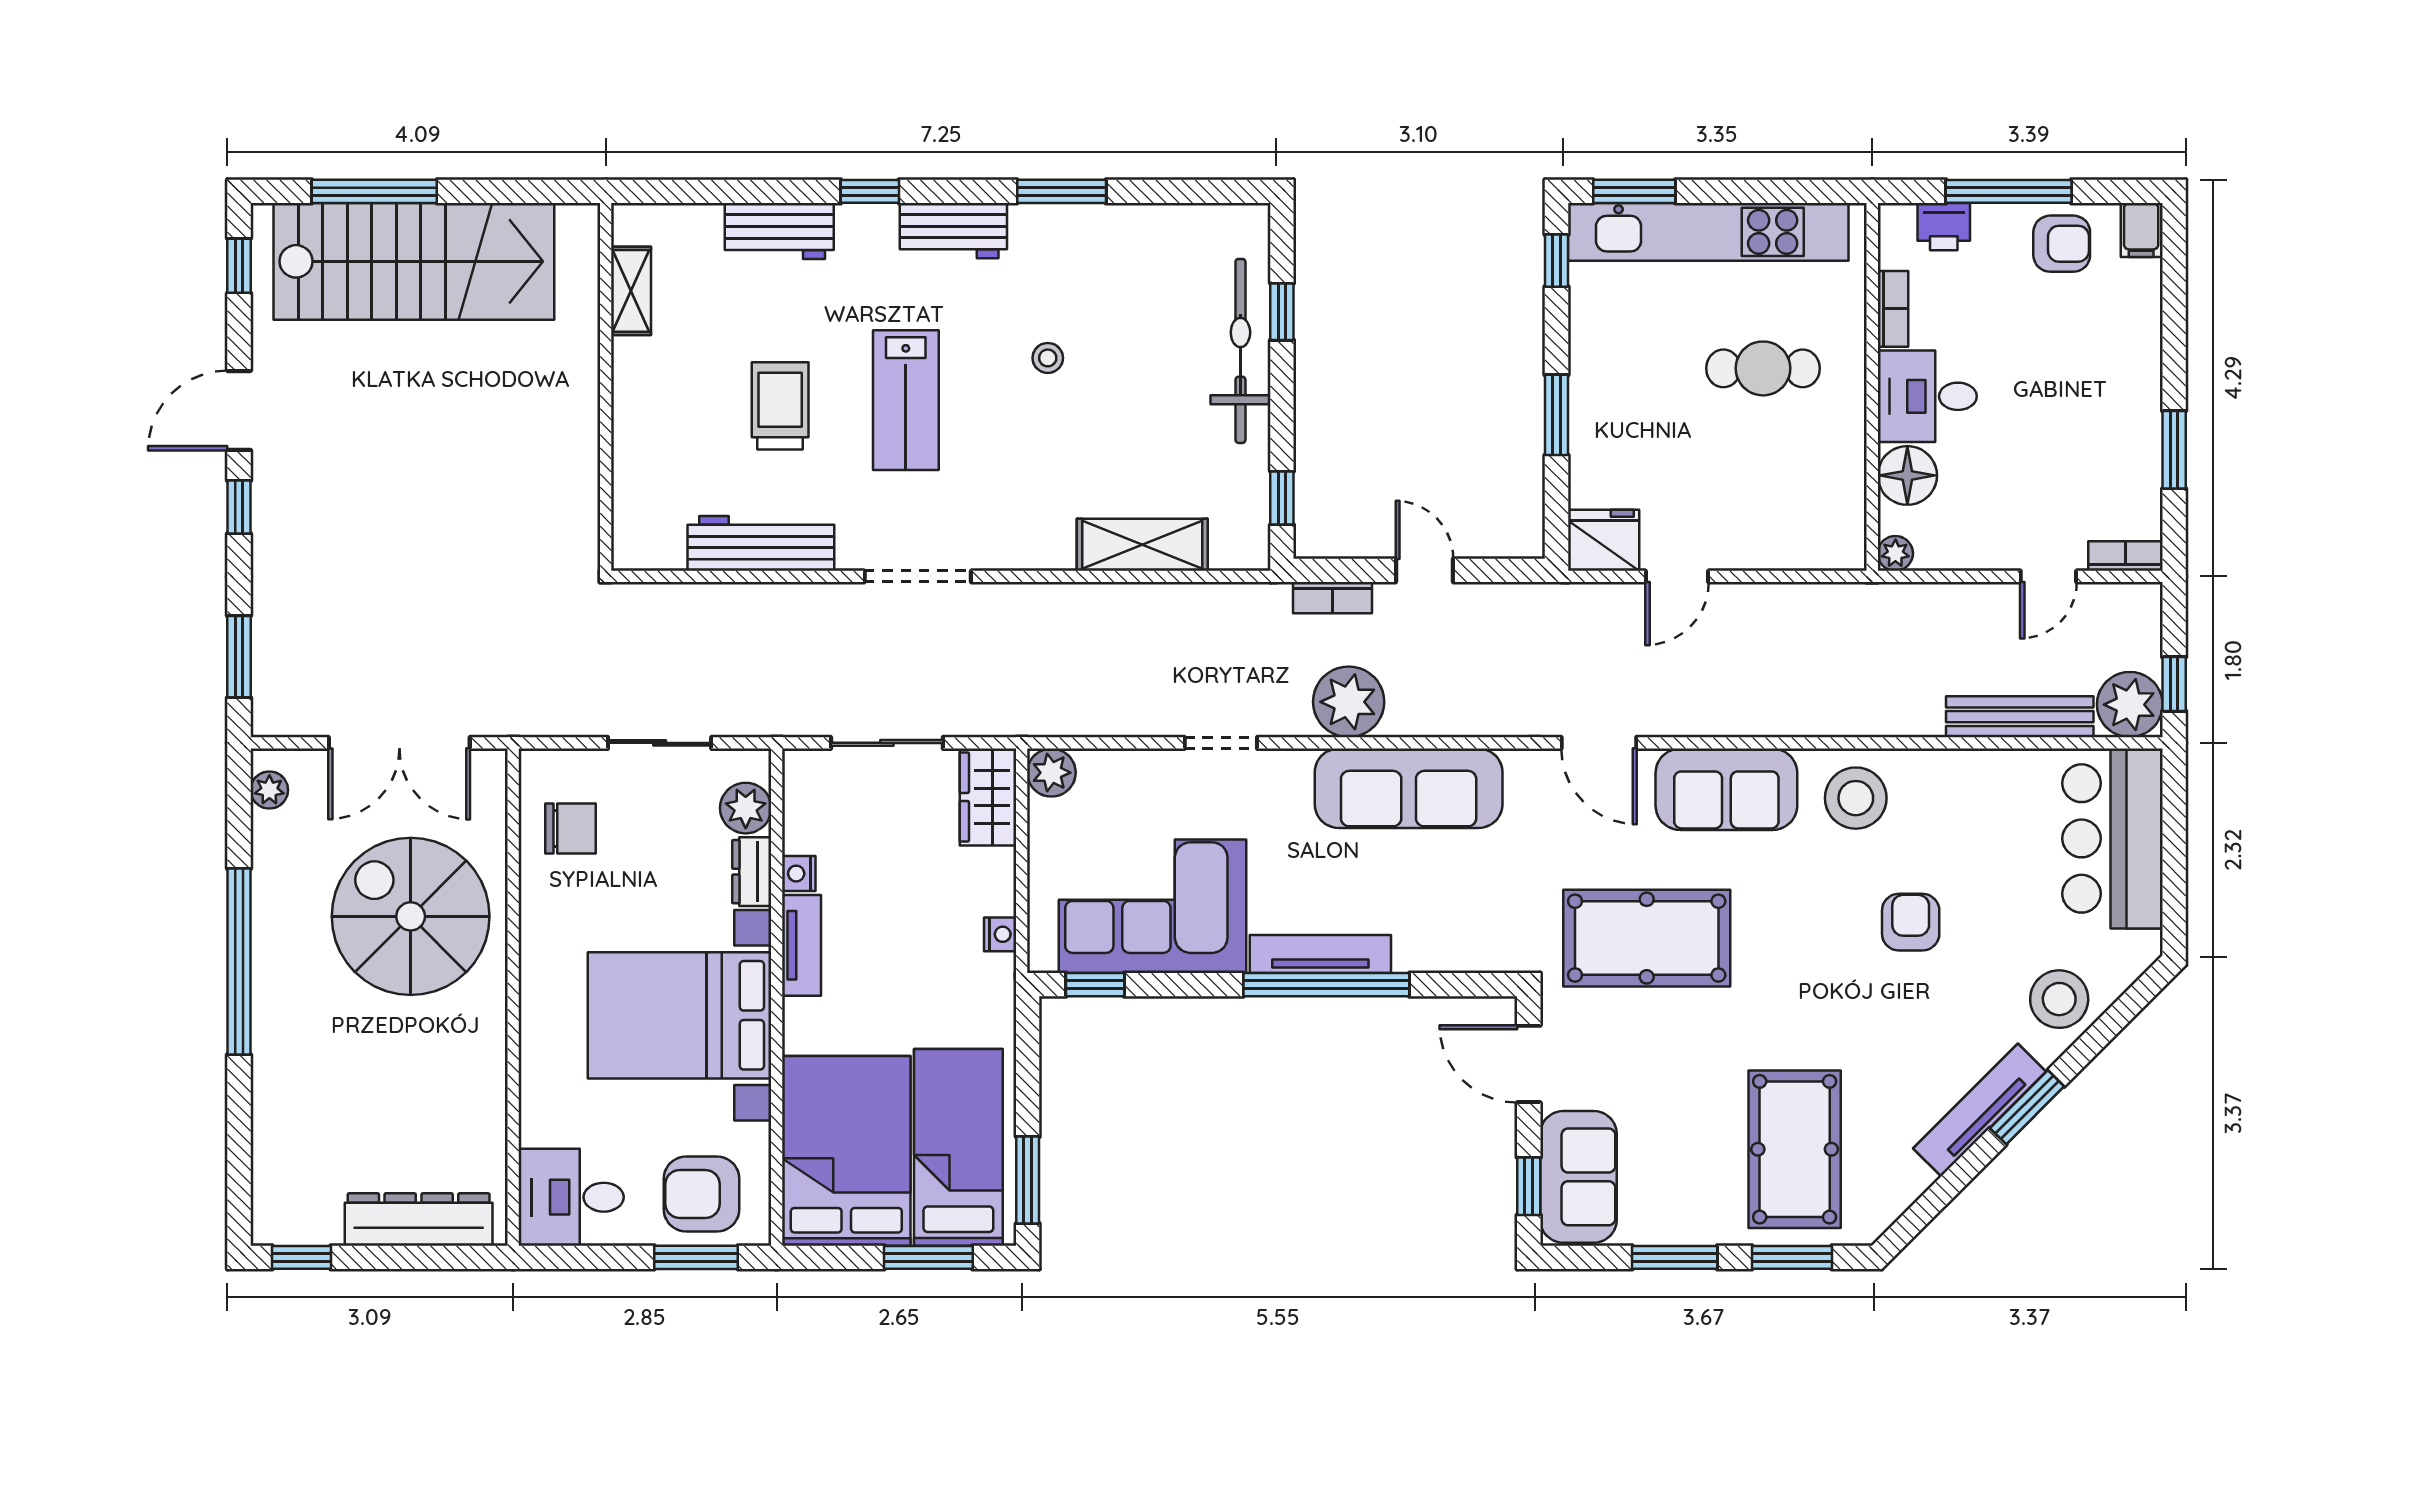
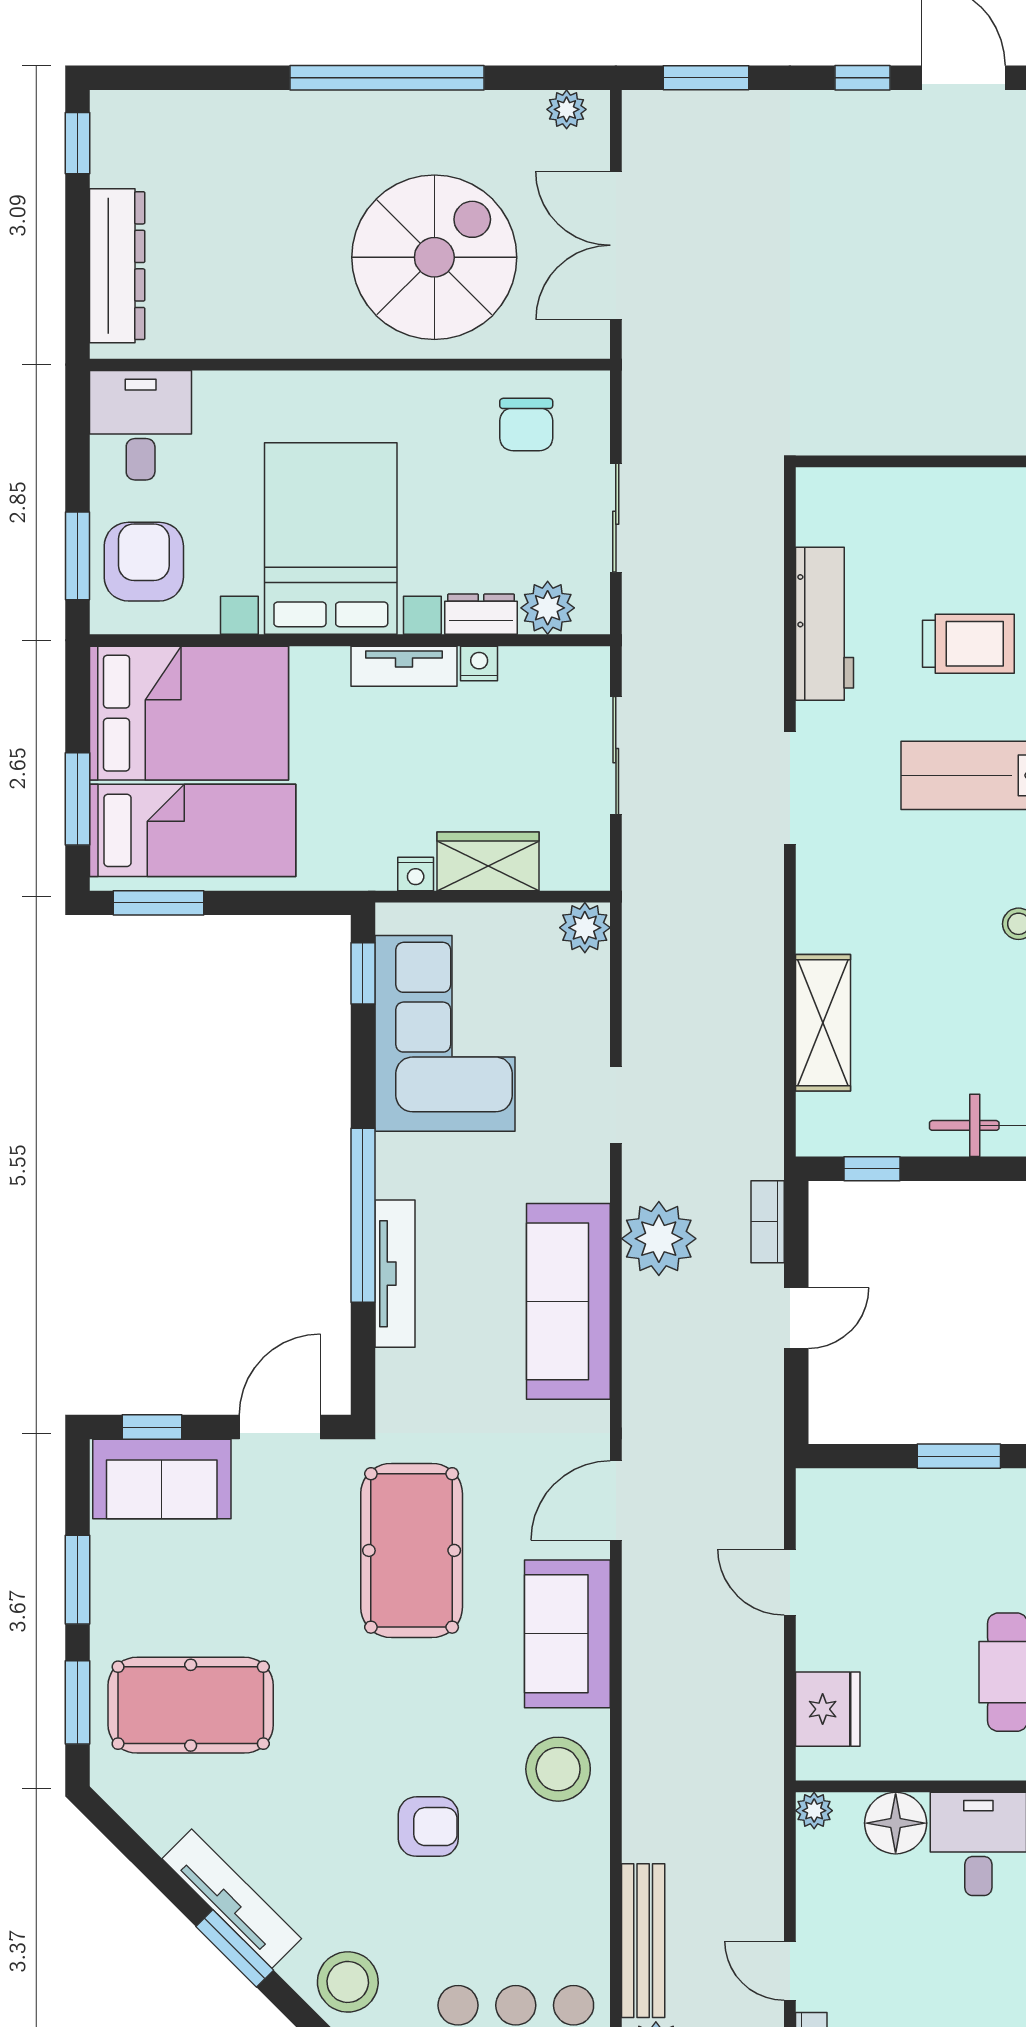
fridge: (1604, 540) -> (828, 1709), moved
wardrobe: (988, 797) -> (488, 861), moved
tv unit: (1320, 954) -> (395, 1274), moved

